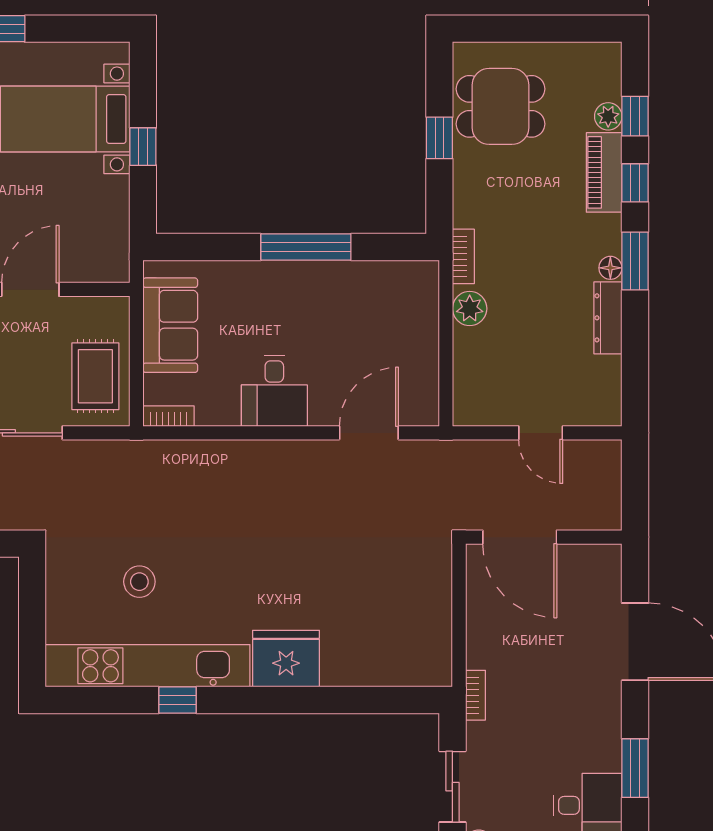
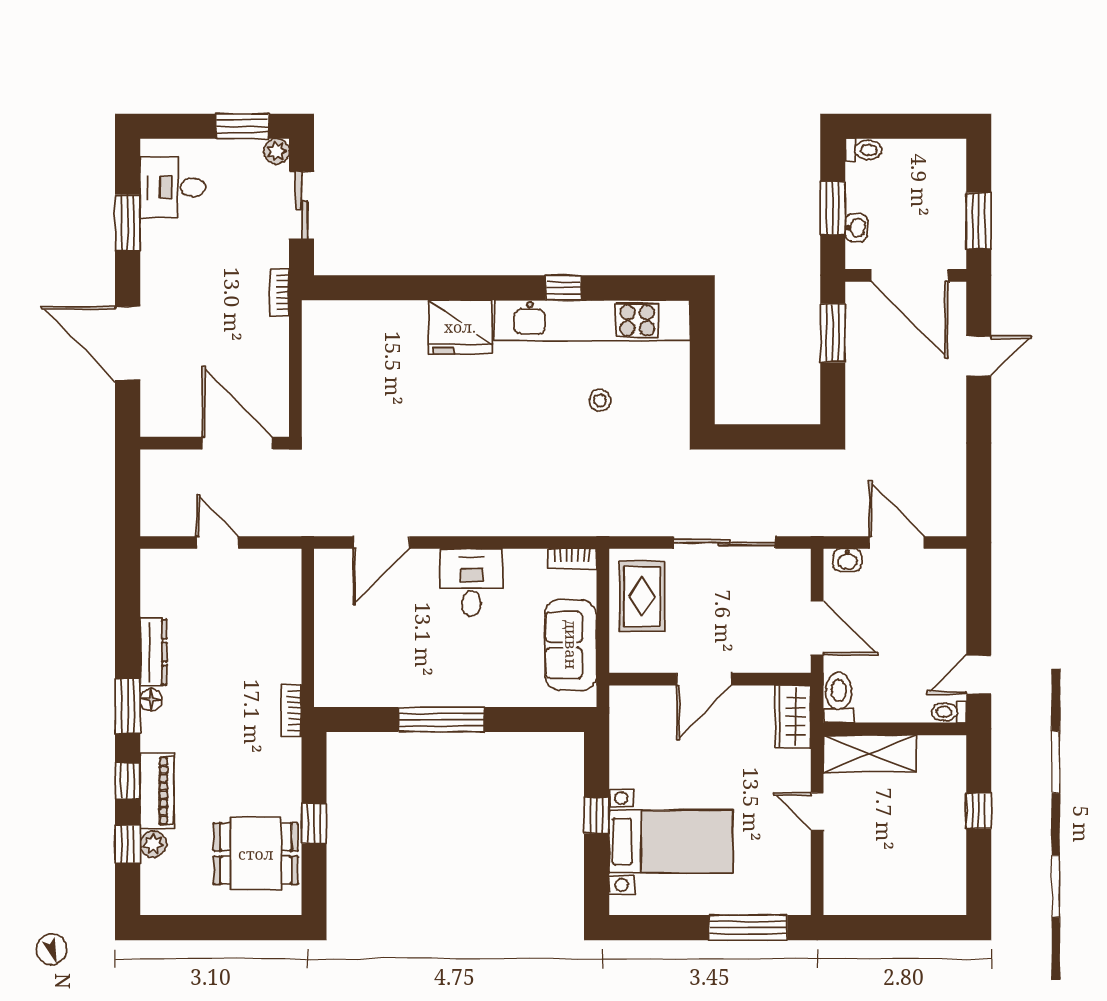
plant: (470, 309) -> (285, 661), removed
stool: (139, 582) -> (600, 401), width x0.73, depth x0.73

